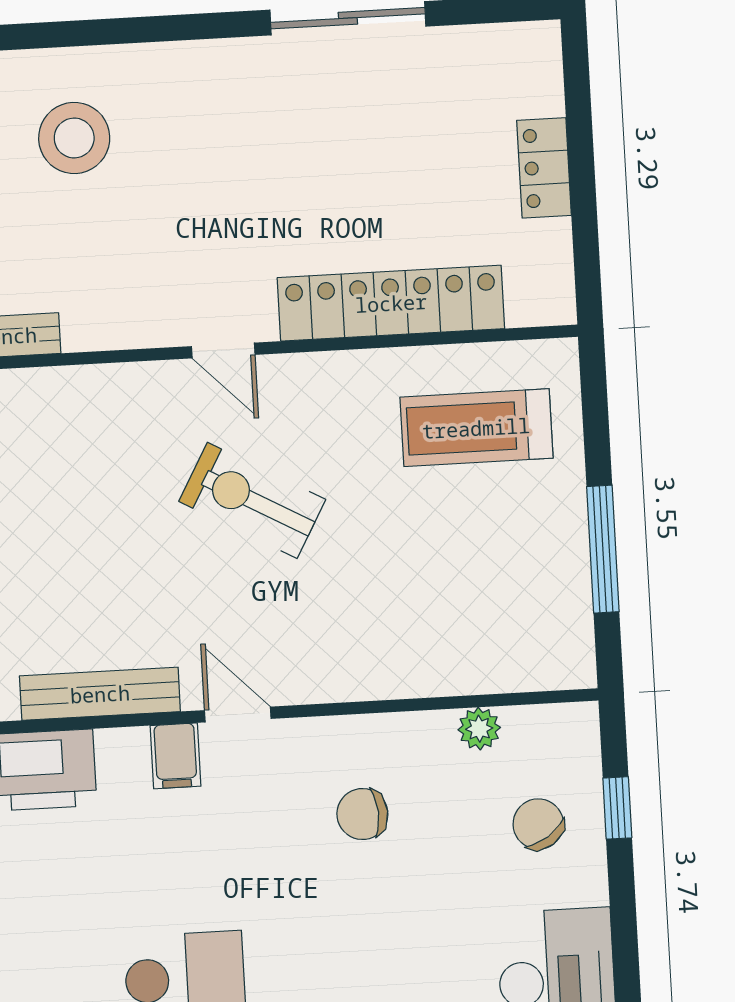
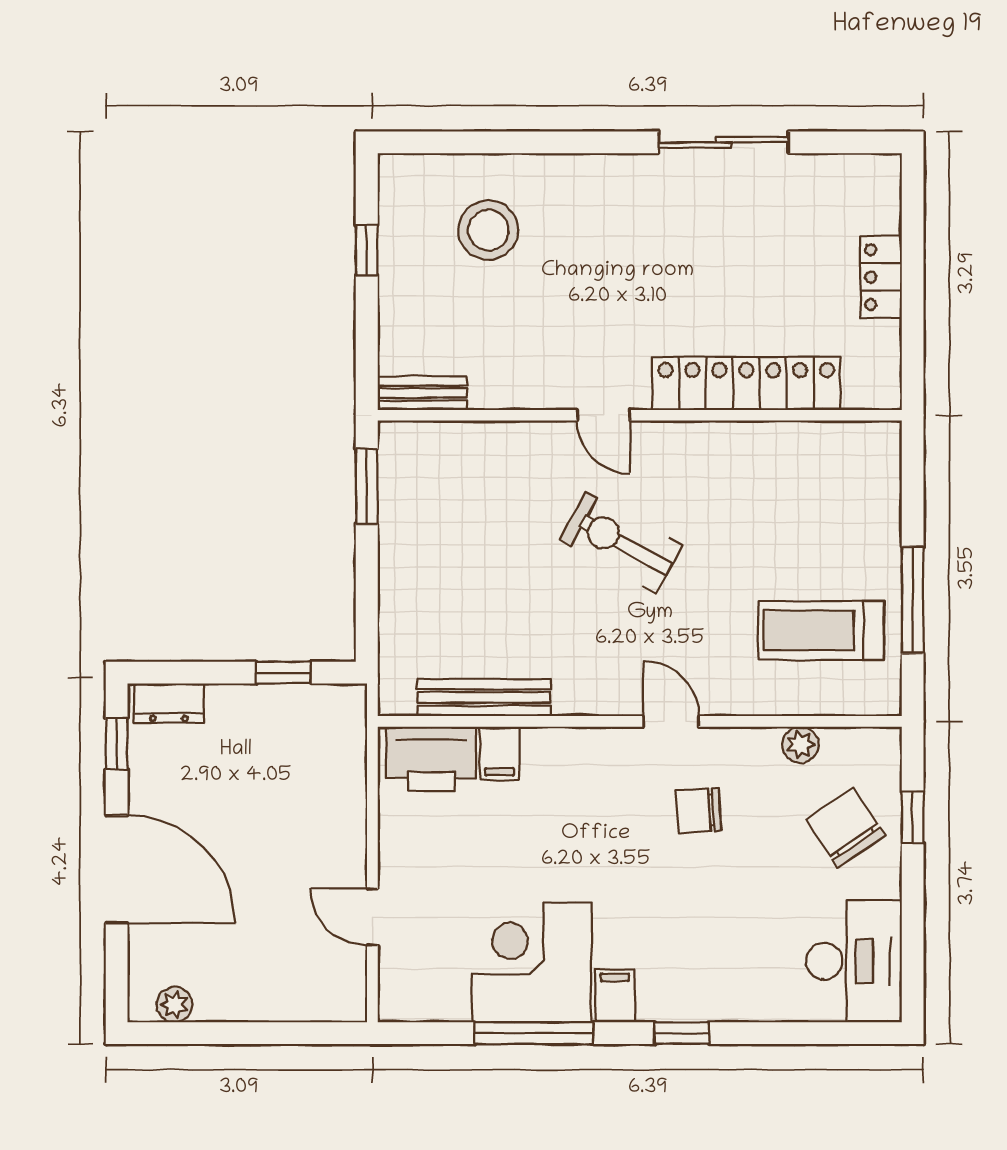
treadmill: (476, 428) -> (821, 630), moved
door: (238, 714) -> (671, 721), moved
filing cabinet: (175, 756) -> (500, 753), moved
chair: (538, 824) -> (846, 827), width x1.37, depth x1.37

